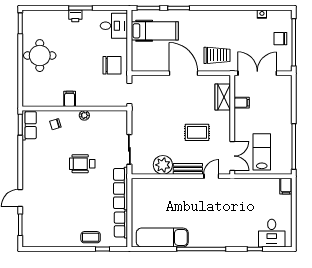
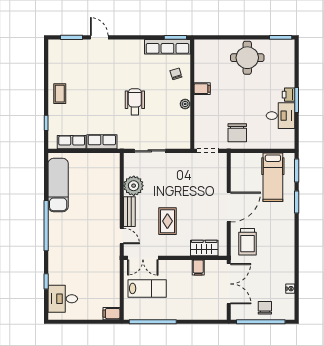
desk: (114, 26) -> (281, 116), moved, turned -90
row of seats: (29, 125) -> (167, 47), width x1.48
row of seats: (121, 189) -> (102, 142), width x0.68
coffee table: (91, 237) -> (60, 94), moved

